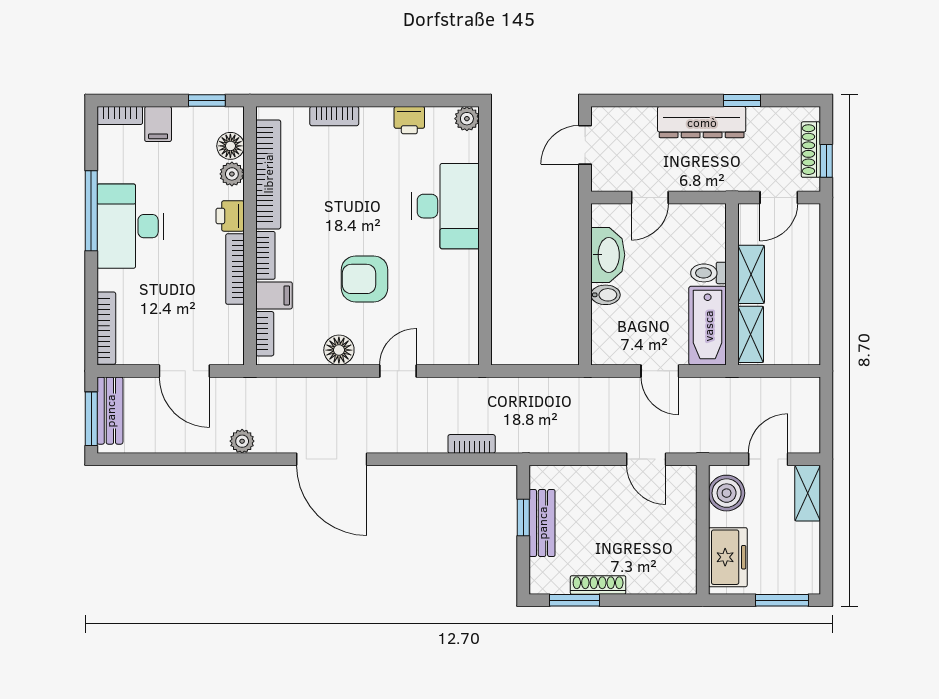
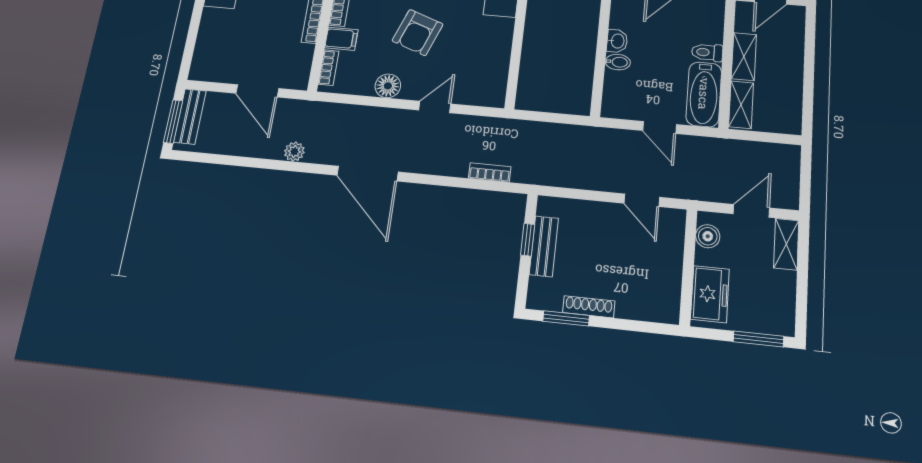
washbasin: (608, 255) -> (617, 41), width x0.52, depth x0.69
armchair: (365, 279) -> (418, 32), turned -70
bookcase: (106, 328) -> (201, 52), removed
boiler: (727, 493) -> (708, 236), width x0.73, depth x0.73

